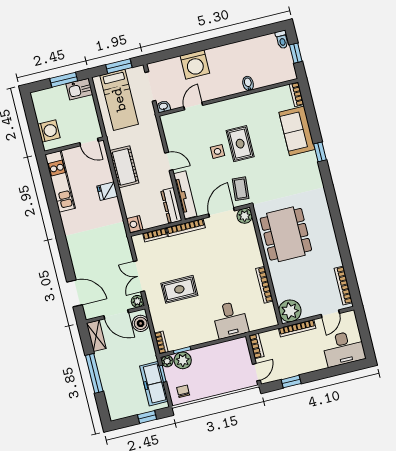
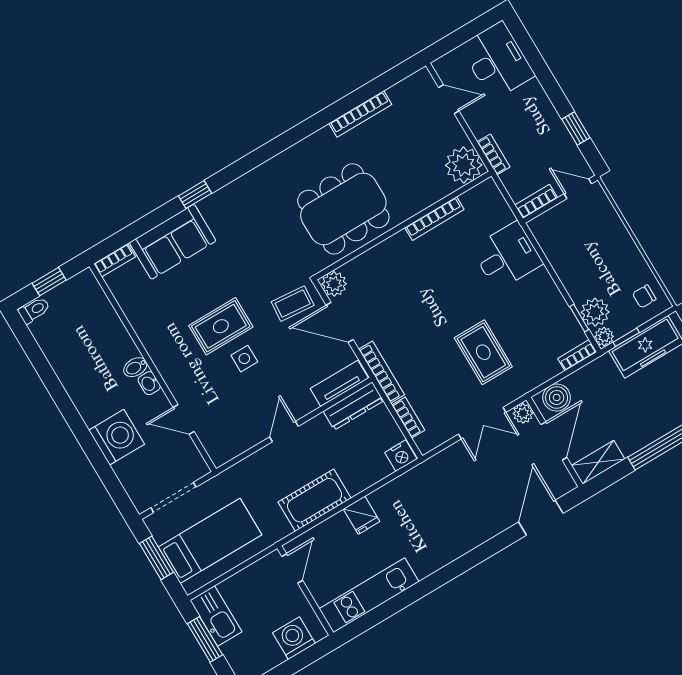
bidet: (248, 83) -> (135, 367), moved
kitchen sink: (79, 89) -> (216, 616), width x1.38
washbasin: (163, 107) -> (149, 383), moved
tv unit: (185, 195) -> (339, 383), width x0.71
bookcase: (343, 285) -> (360, 114), moved
bookcase: (297, 328) -> (494, 154), width x0.64

